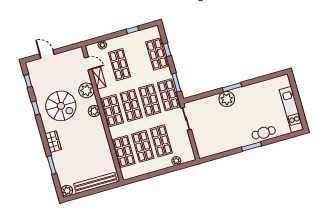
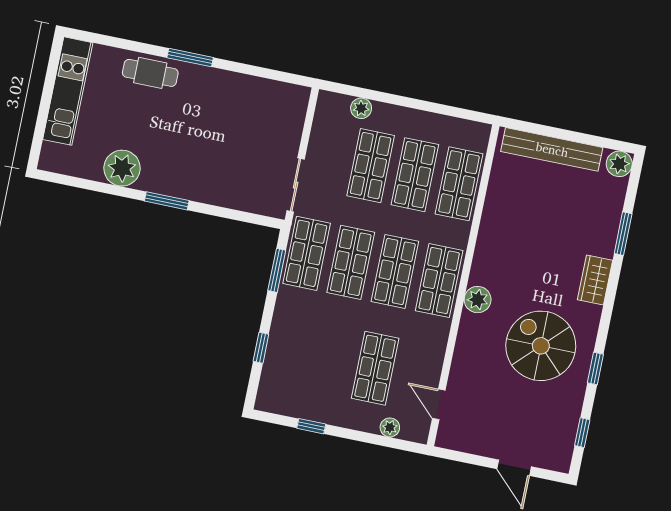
shop shelf: (157, 54) -> (287, 350), removed
shelving: (99, 78) -> (432, 363), removed
plant: (86, 90) -> (471, 350), removed
plant: (227, 99) -> (122, 168), moved

